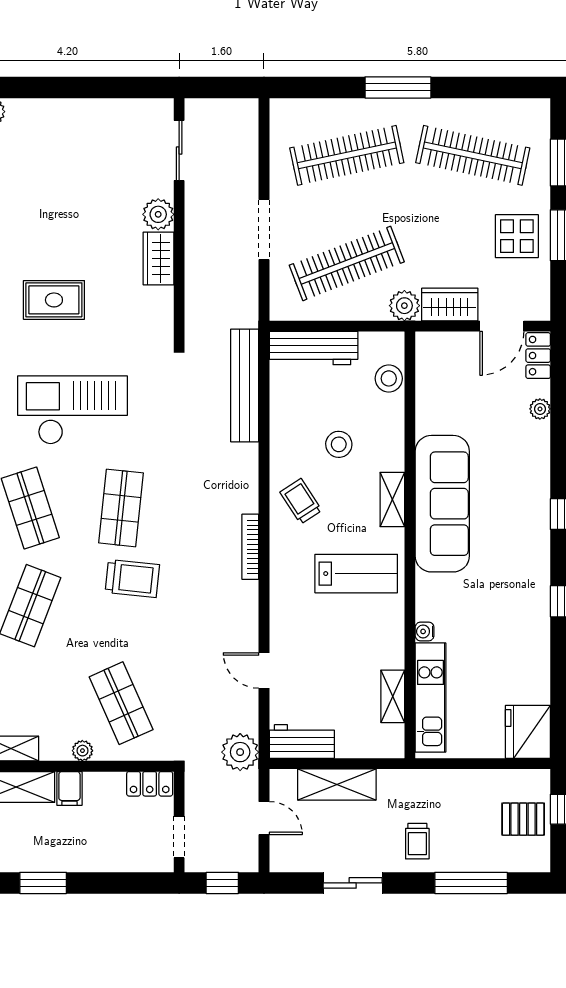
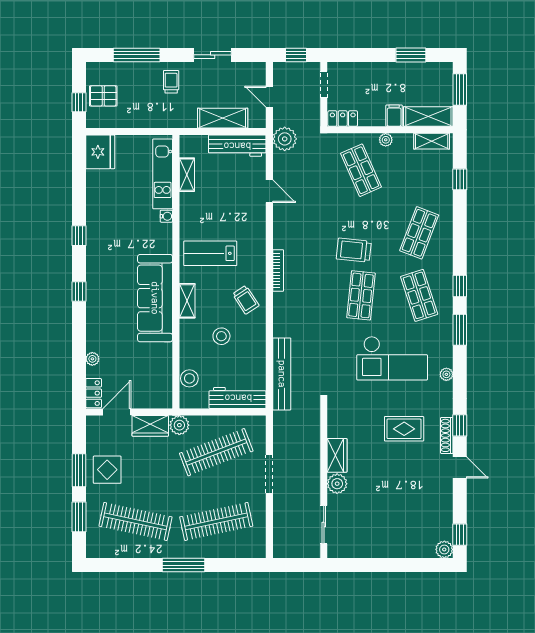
workbench: (302, 742) -> (237, 146), width x1.38

